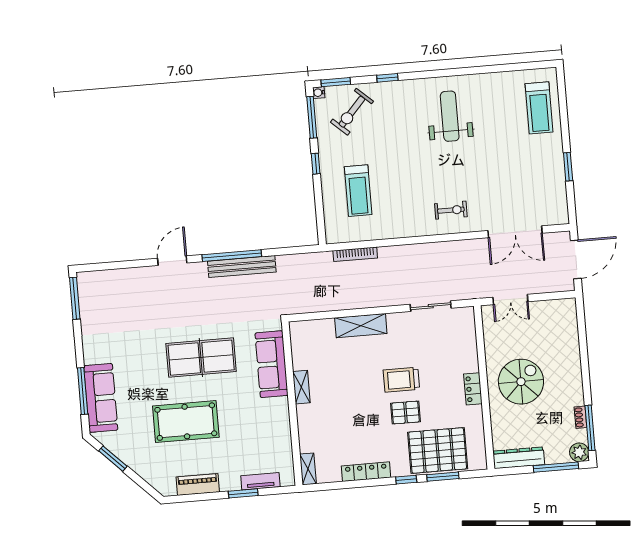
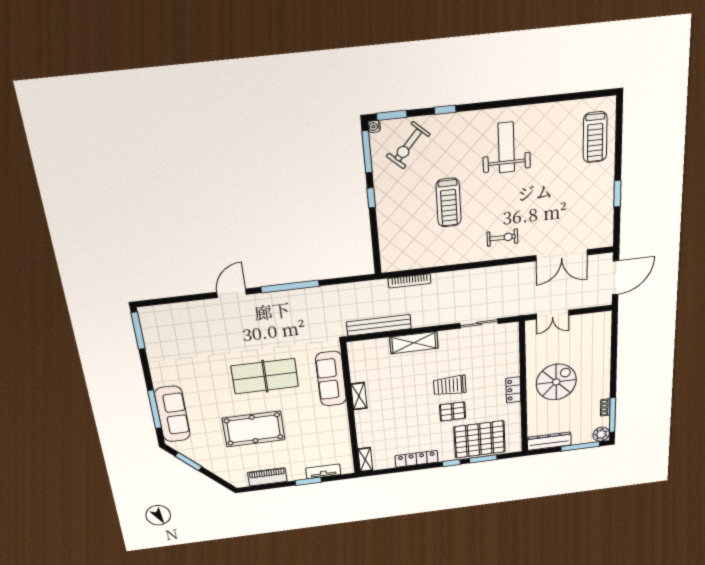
treadmill: (358, 191) -> (449, 203), moved
bench: (242, 267) -> (379, 325), moved

